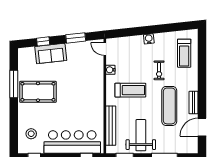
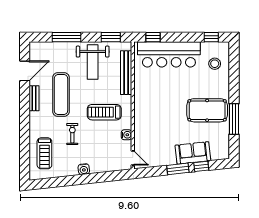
window: (76, 38) -> (178, 169), moved
treadmill: (184, 53) -> (44, 153), turned 180

